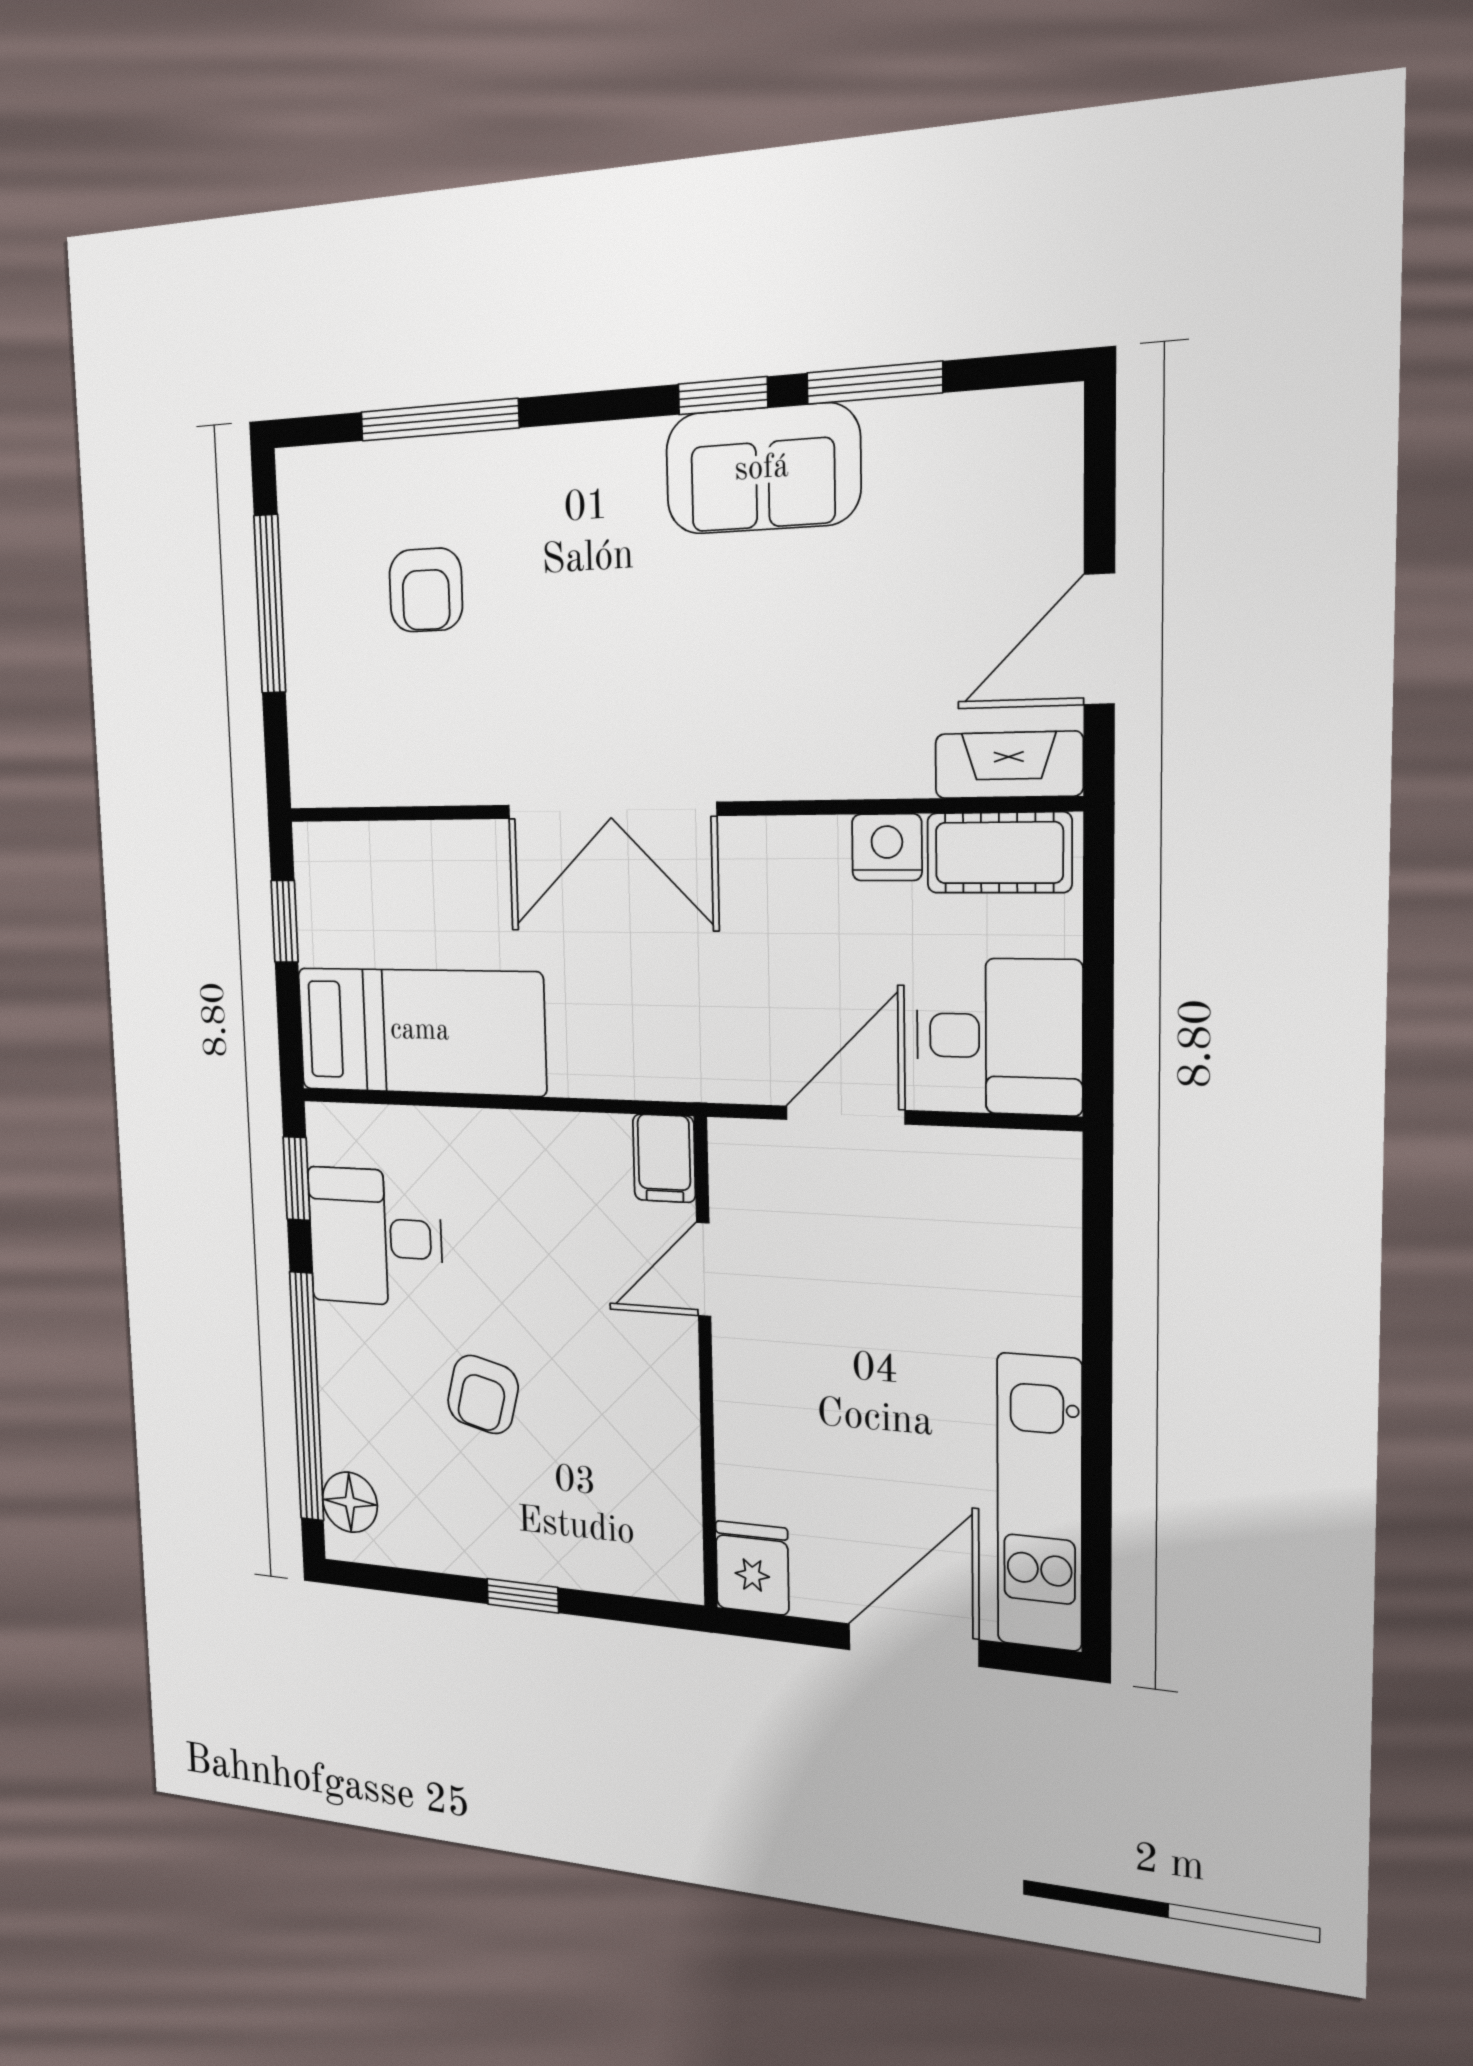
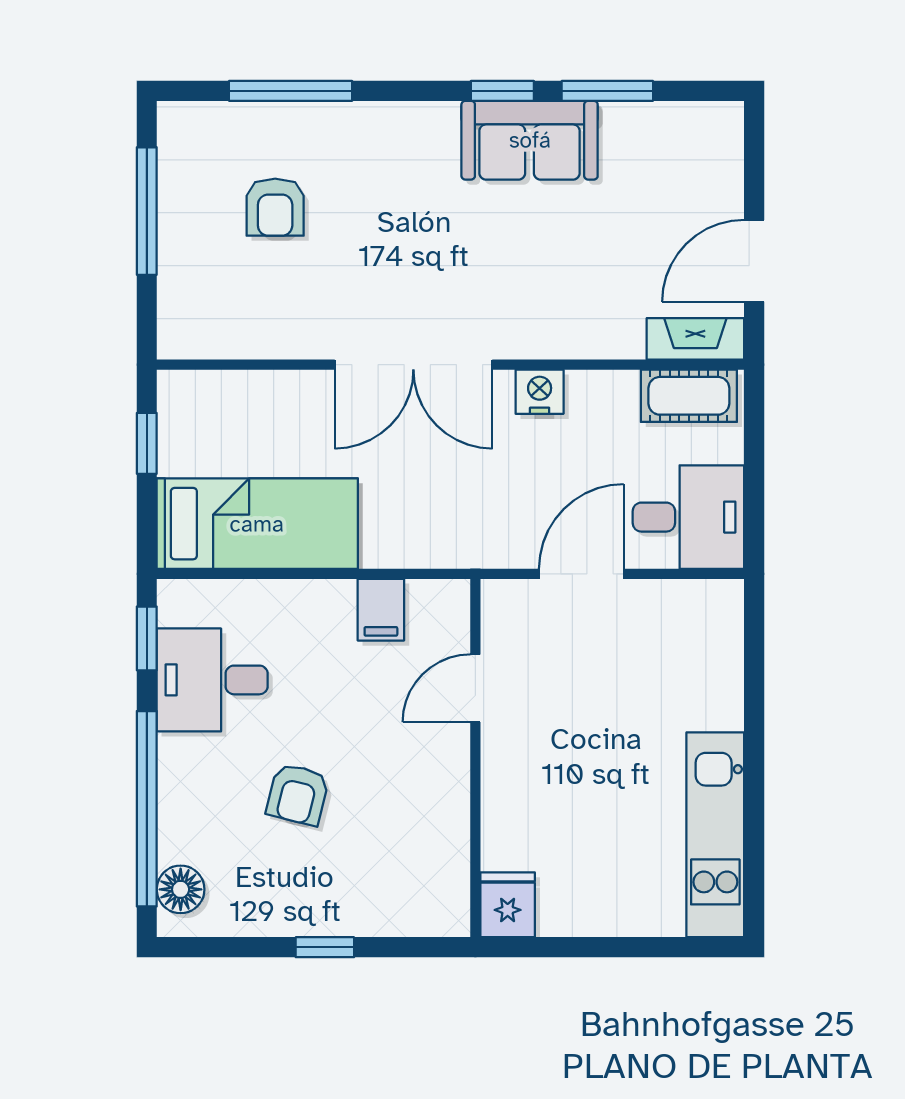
nightstand: (887, 847) -> (540, 392), moved
filing cabinet: (664, 1158) -> (381, 610), moved
door: (913, 1645) -> (626, 947), removed

